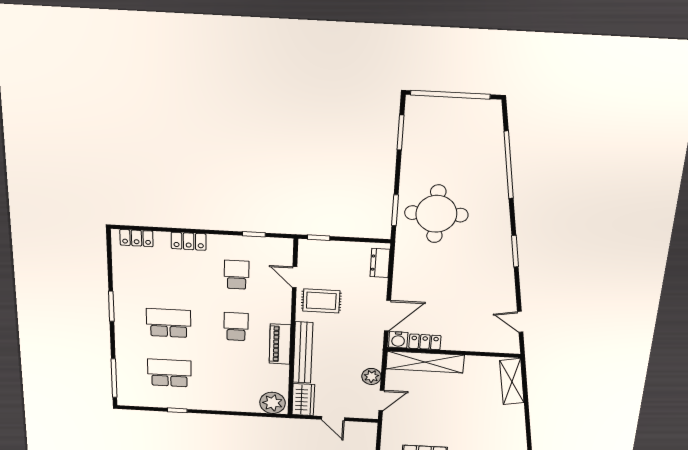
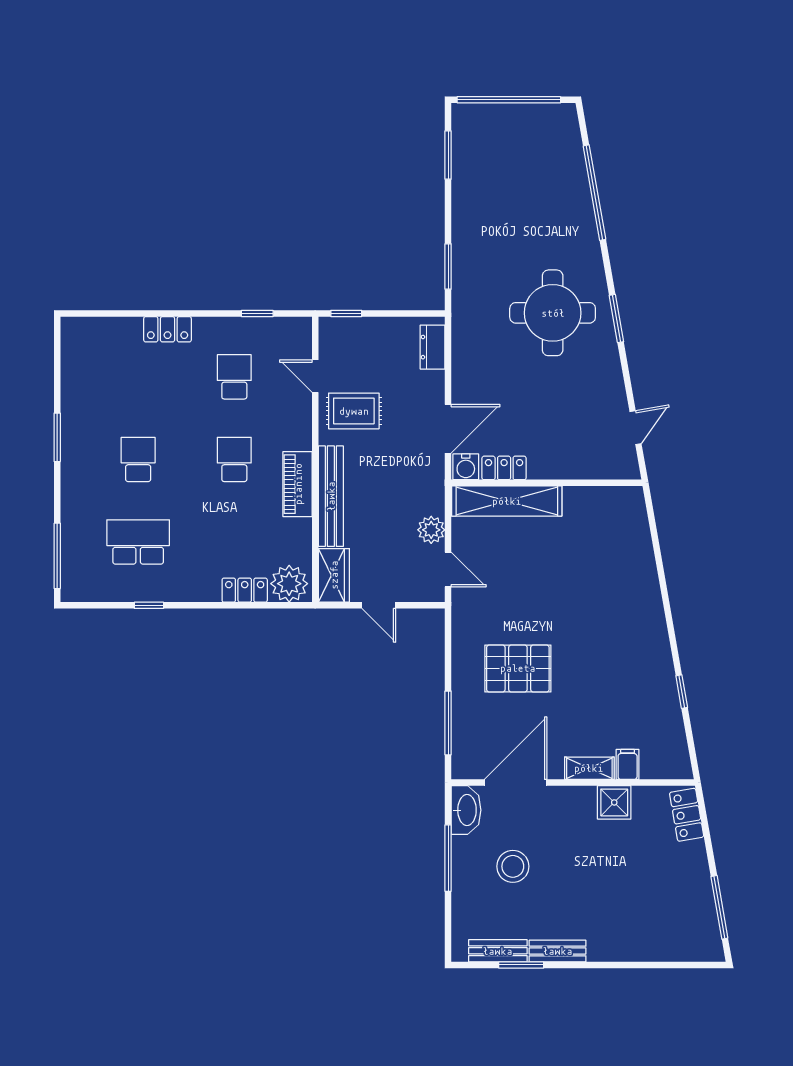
round table: (436, 214) -> (553, 313), moved
locker: (136, 238) -> (245, 590), moved, turned 180
door: (520, 322) -> (636, 428), swing flipped
school desk: (169, 323) -> (138, 459), width x0.54
shelving: (512, 382) -> (634, 526), removed
door: (381, 400) -> (448, 570), hinge flipped

